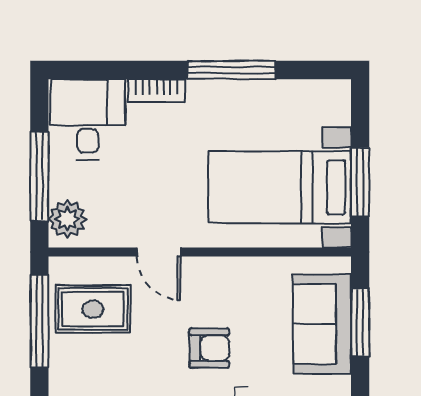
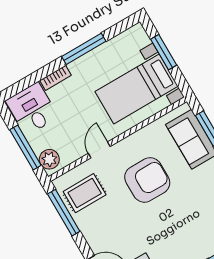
window: (360, 182) -> (164, 52), moved
door: (159, 252) -> (99, 150), swing flipped
armchair: (209, 348) -> (147, 180), width x1.88, depth x1.88

